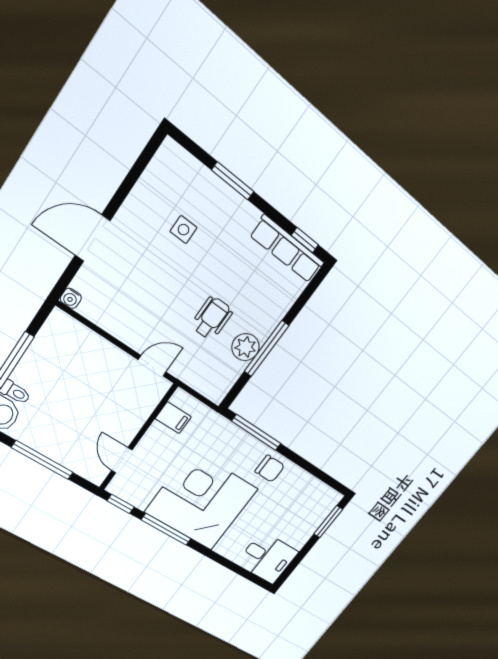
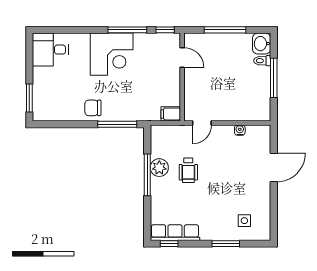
side table: (183, 230) -> (244, 221), moved
water cooler: (71, 298) -> (240, 130), moved
filing cabinet: (173, 418) -> (171, 114), moved
corner desk: (202, 500) -> (112, 54), width x0.74, depth x0.74

